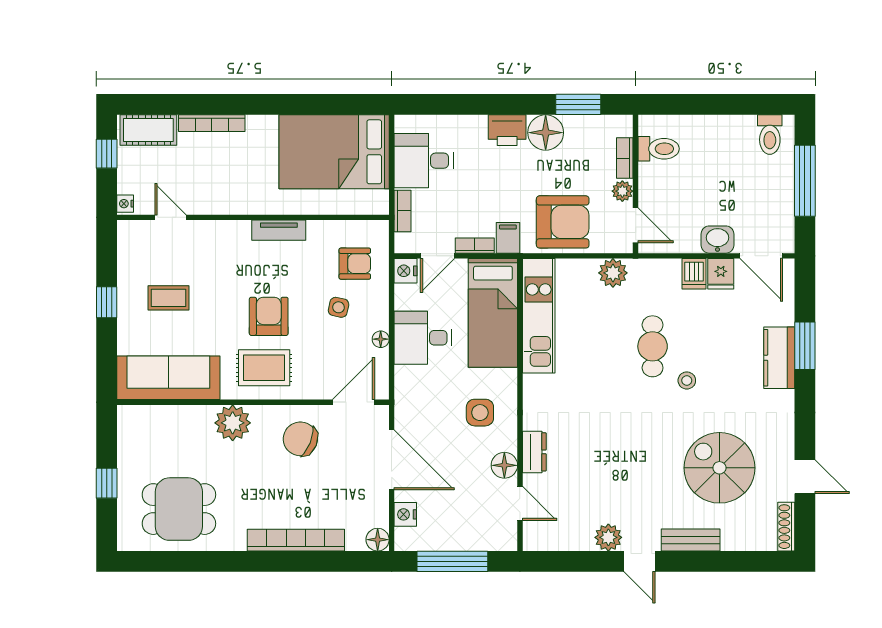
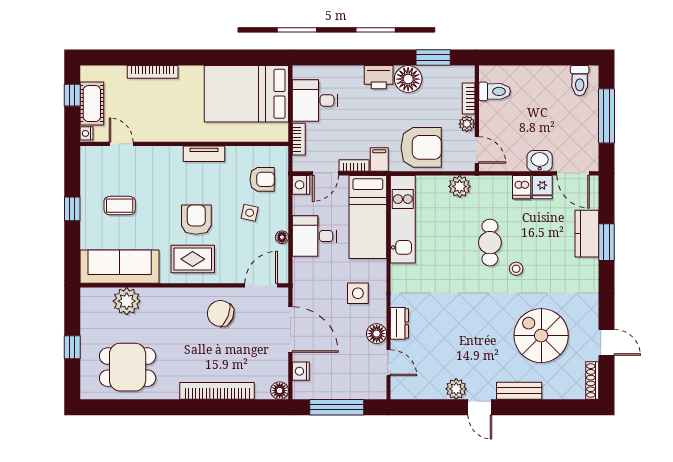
cot: (148, 130) -> (92, 104), moved, turned 90
kitchen counter: (779, 358) -> (587, 234), moved
plant: (233, 423) -> (127, 301), moved

